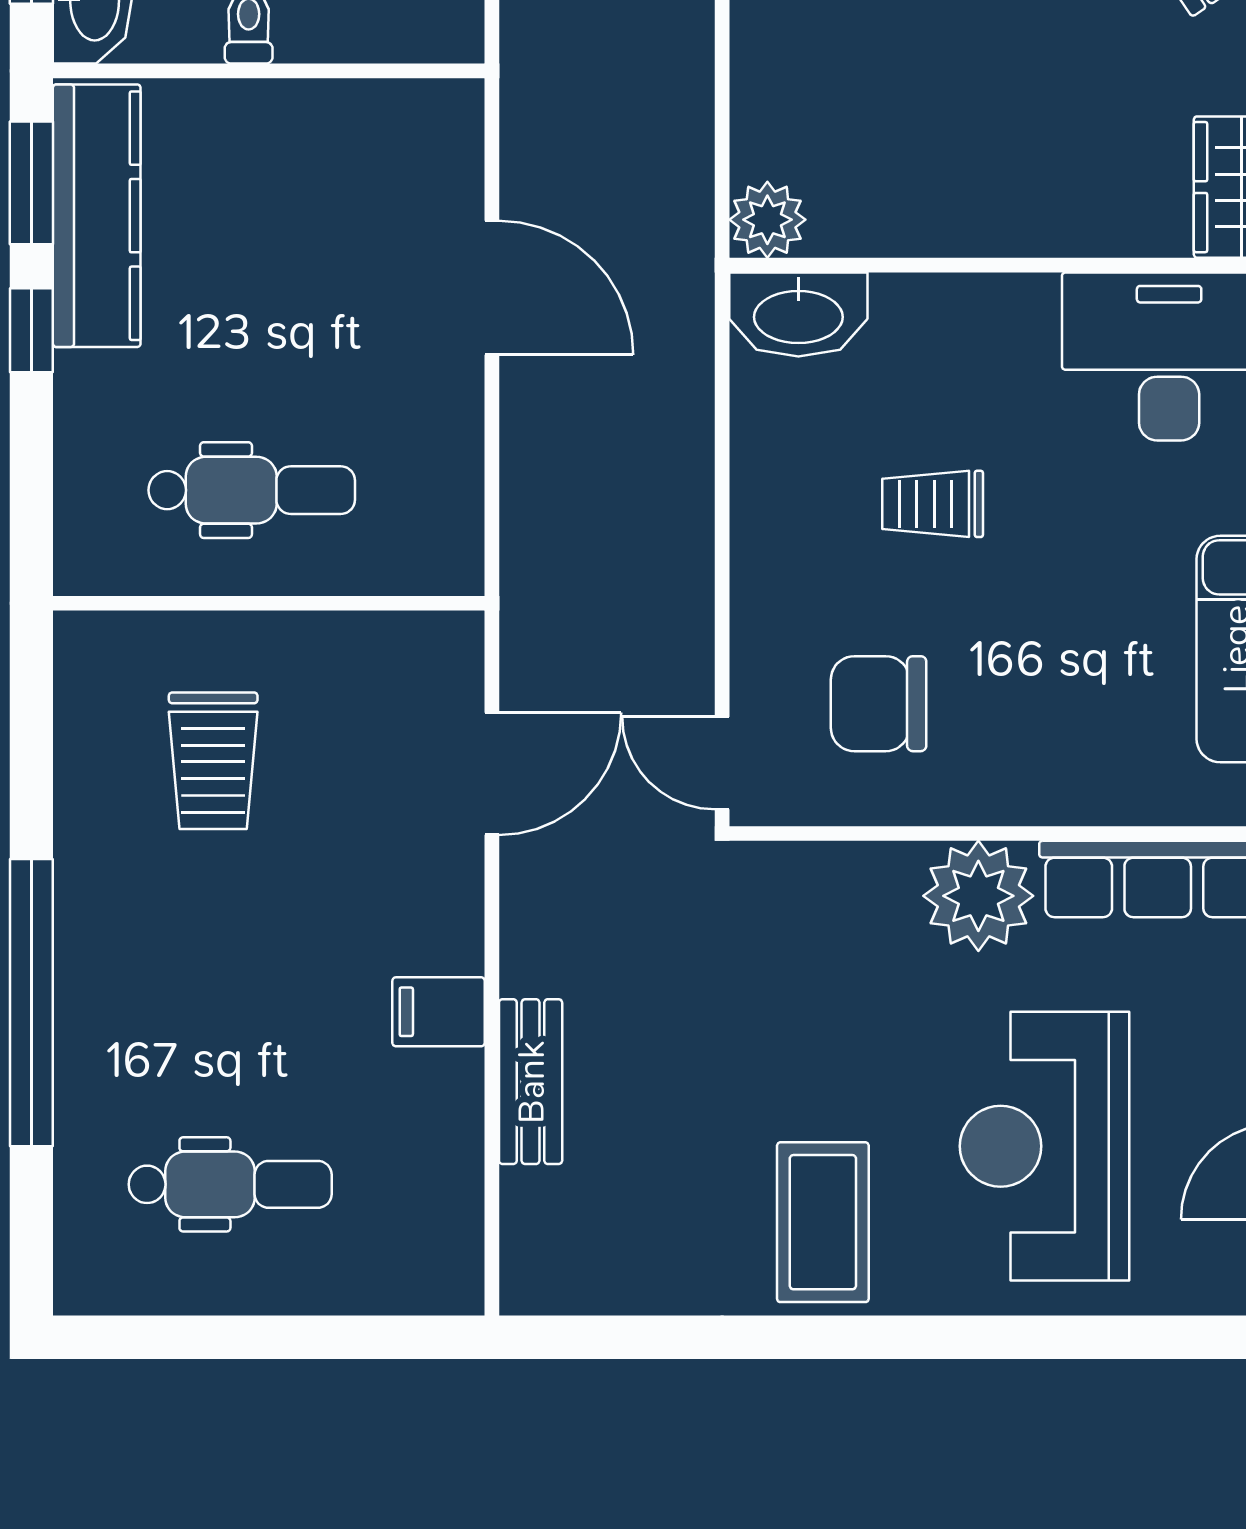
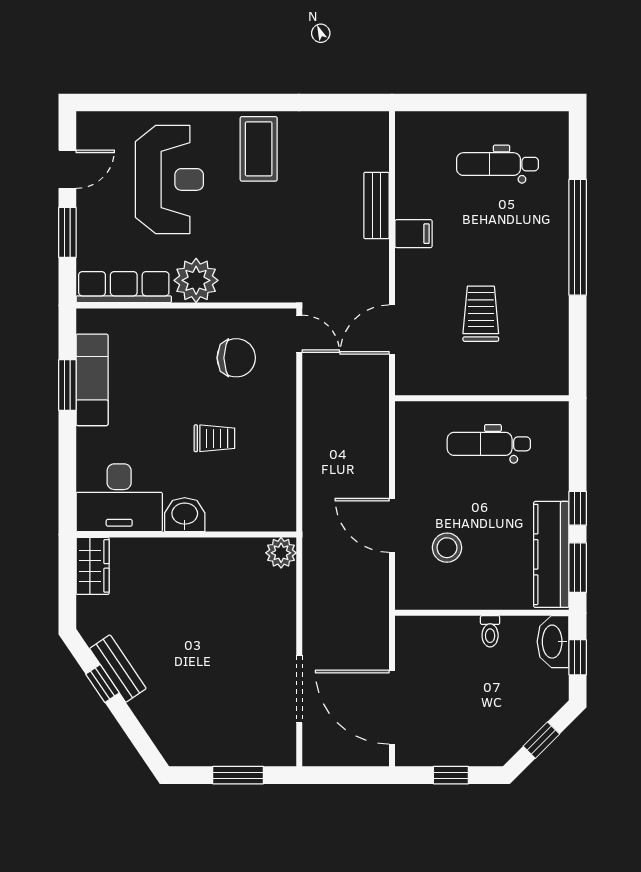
stool: (356, 232) -> (447, 548), added
washbasin: (798, 315) -> (185, 515), moved, width x0.72
trolley: (213, 761) -> (481, 314), moved

